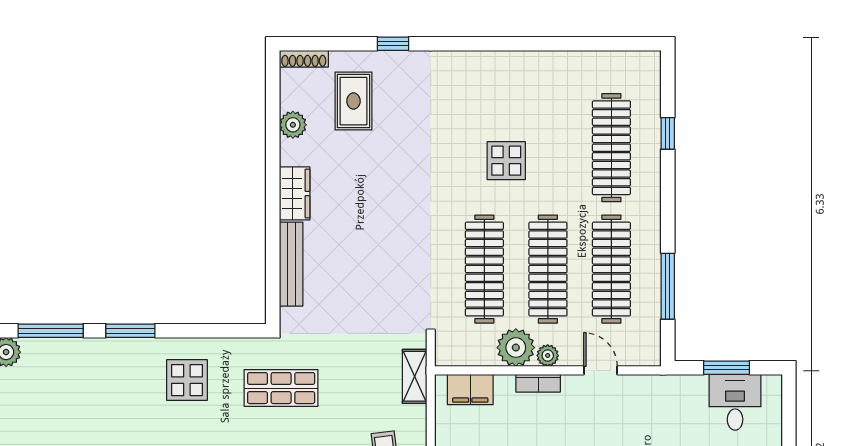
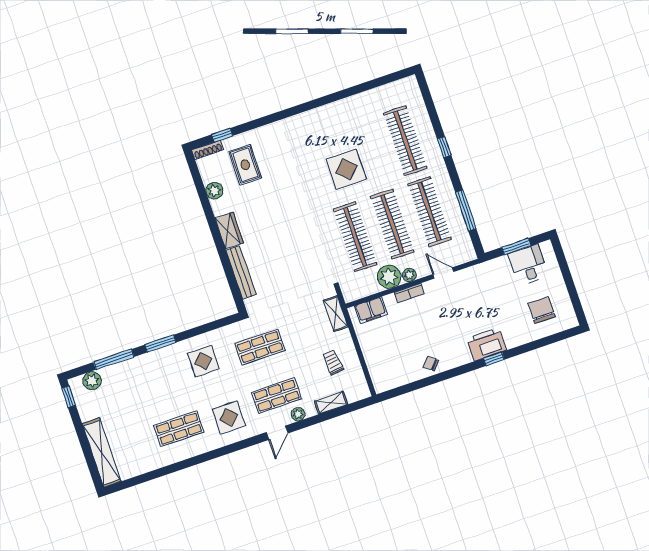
window: (393, 44) -> (222, 135), moved
window: (668, 133) -> (444, 147), moved
display table: (506, 161) -> (346, 169), width x1.36, depth x1.36

